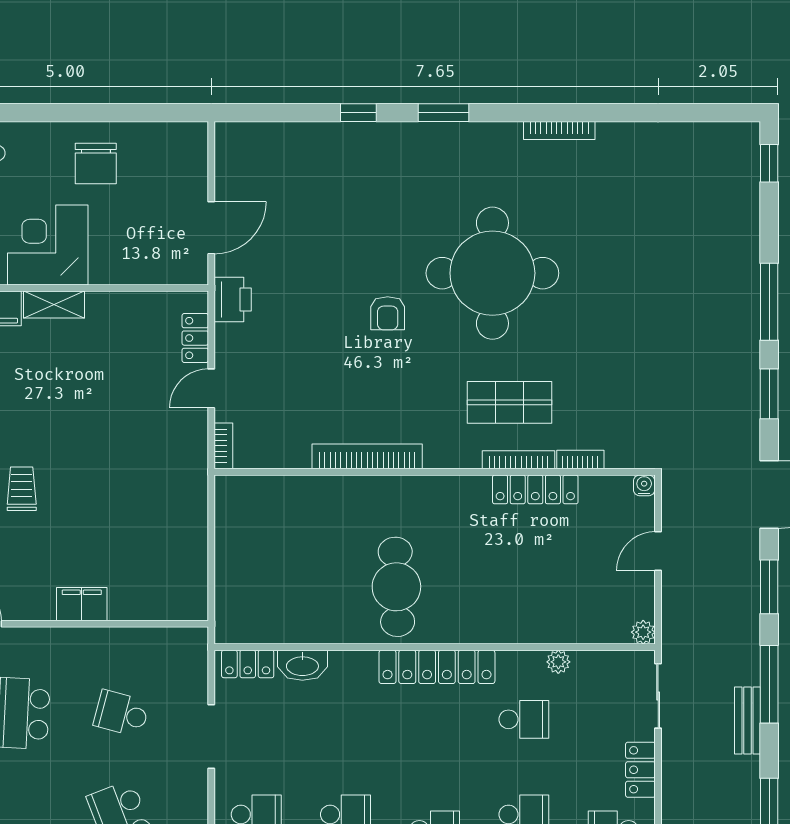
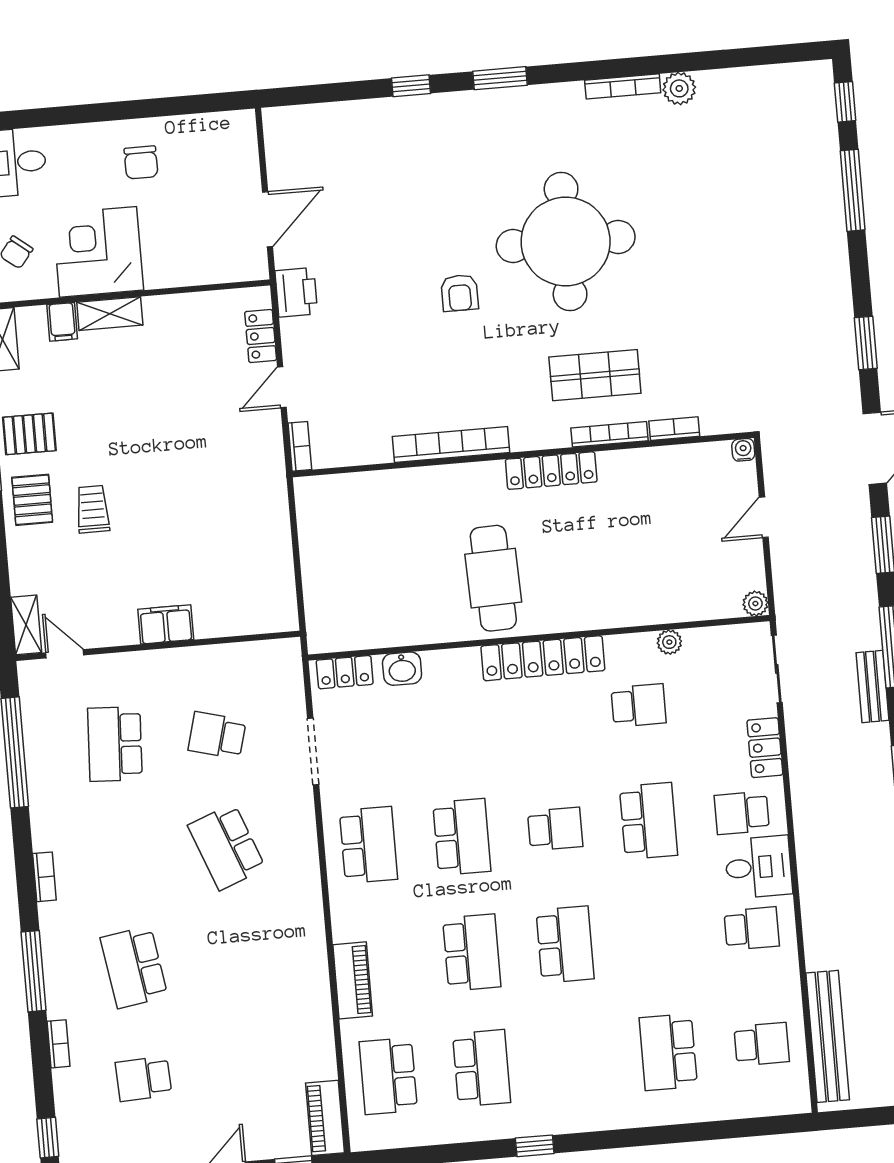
plant: (613, 137) -> (679, 88), added
chair: (96, 164) -> (141, 162), width x0.73, depth x0.73
window: (769, 302) -> (853, 190), moved
locker: (535, 489) -> (551, 471), moved
washbasin: (302, 665) -> (402, 669), width x0.72

